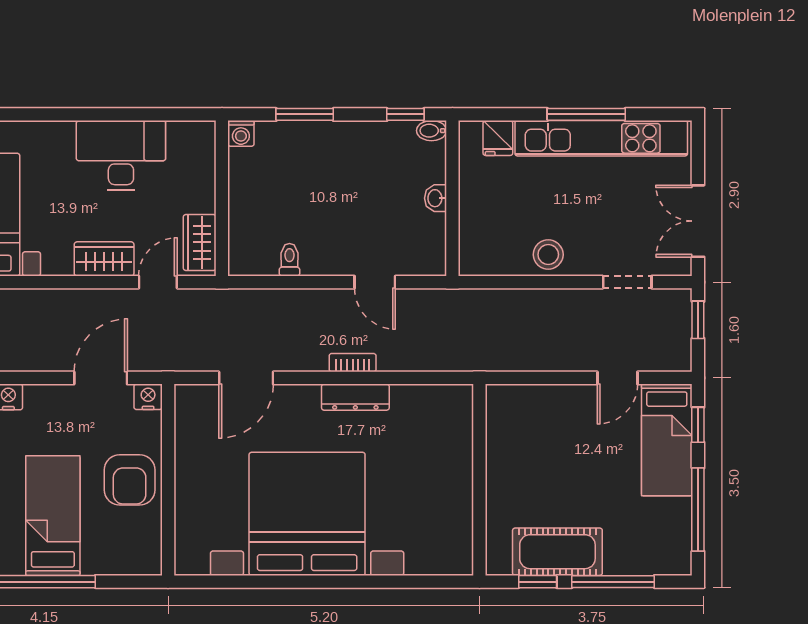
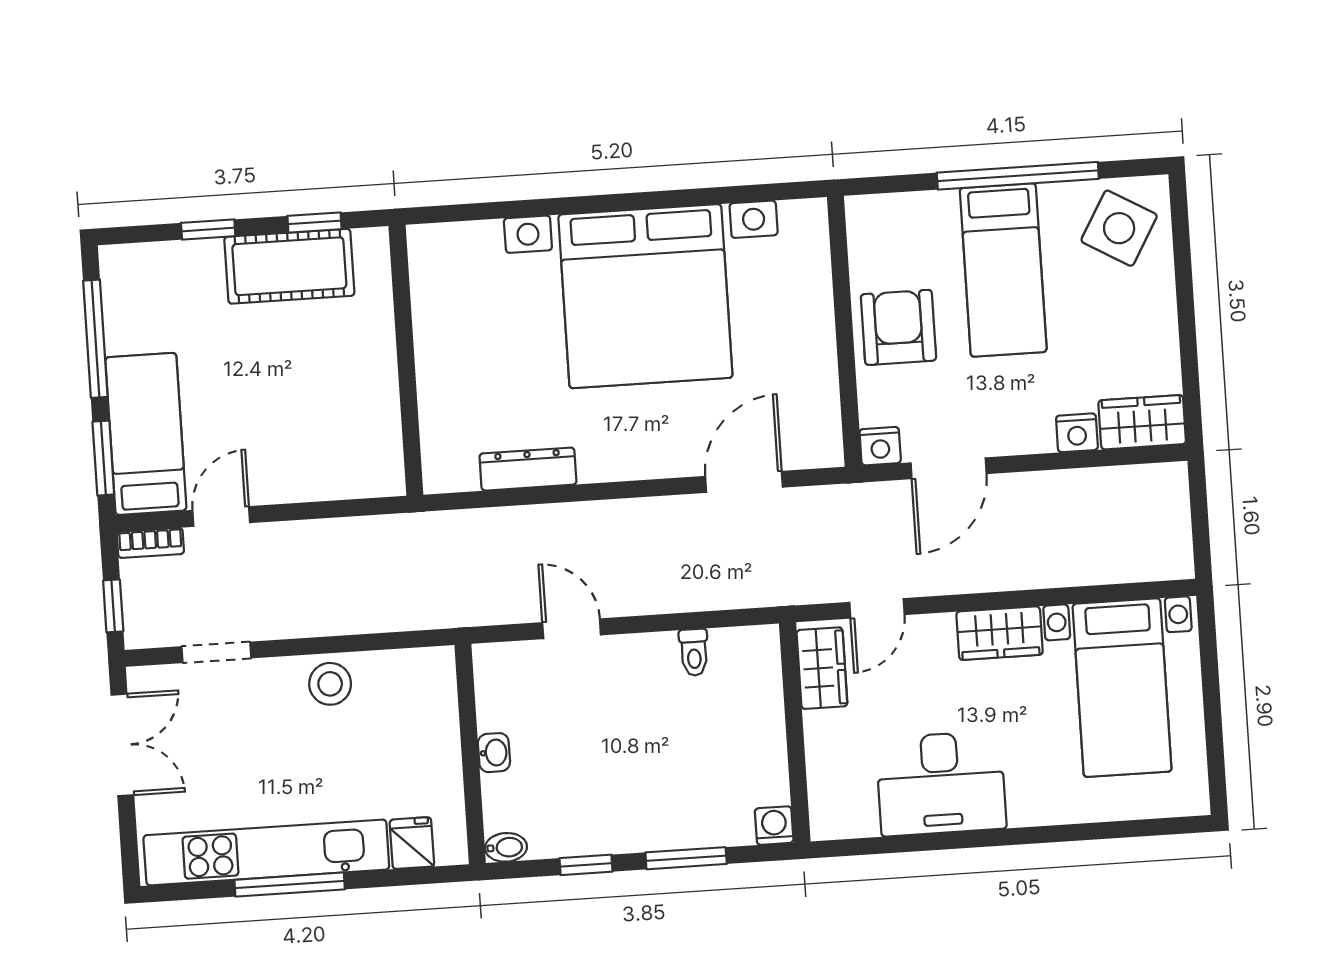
window: (405, 114) -> (586, 865), moved
wardrobe: (104, 259) -> (1000, 633), moved
bookcase: (353, 363) -> (150, 543), moved
dresser: (355, 397) -> (528, 469), moved
window: (698, 425) -> (103, 458), width x1.50
window: (613, 582) -> (208, 230), width x0.46

